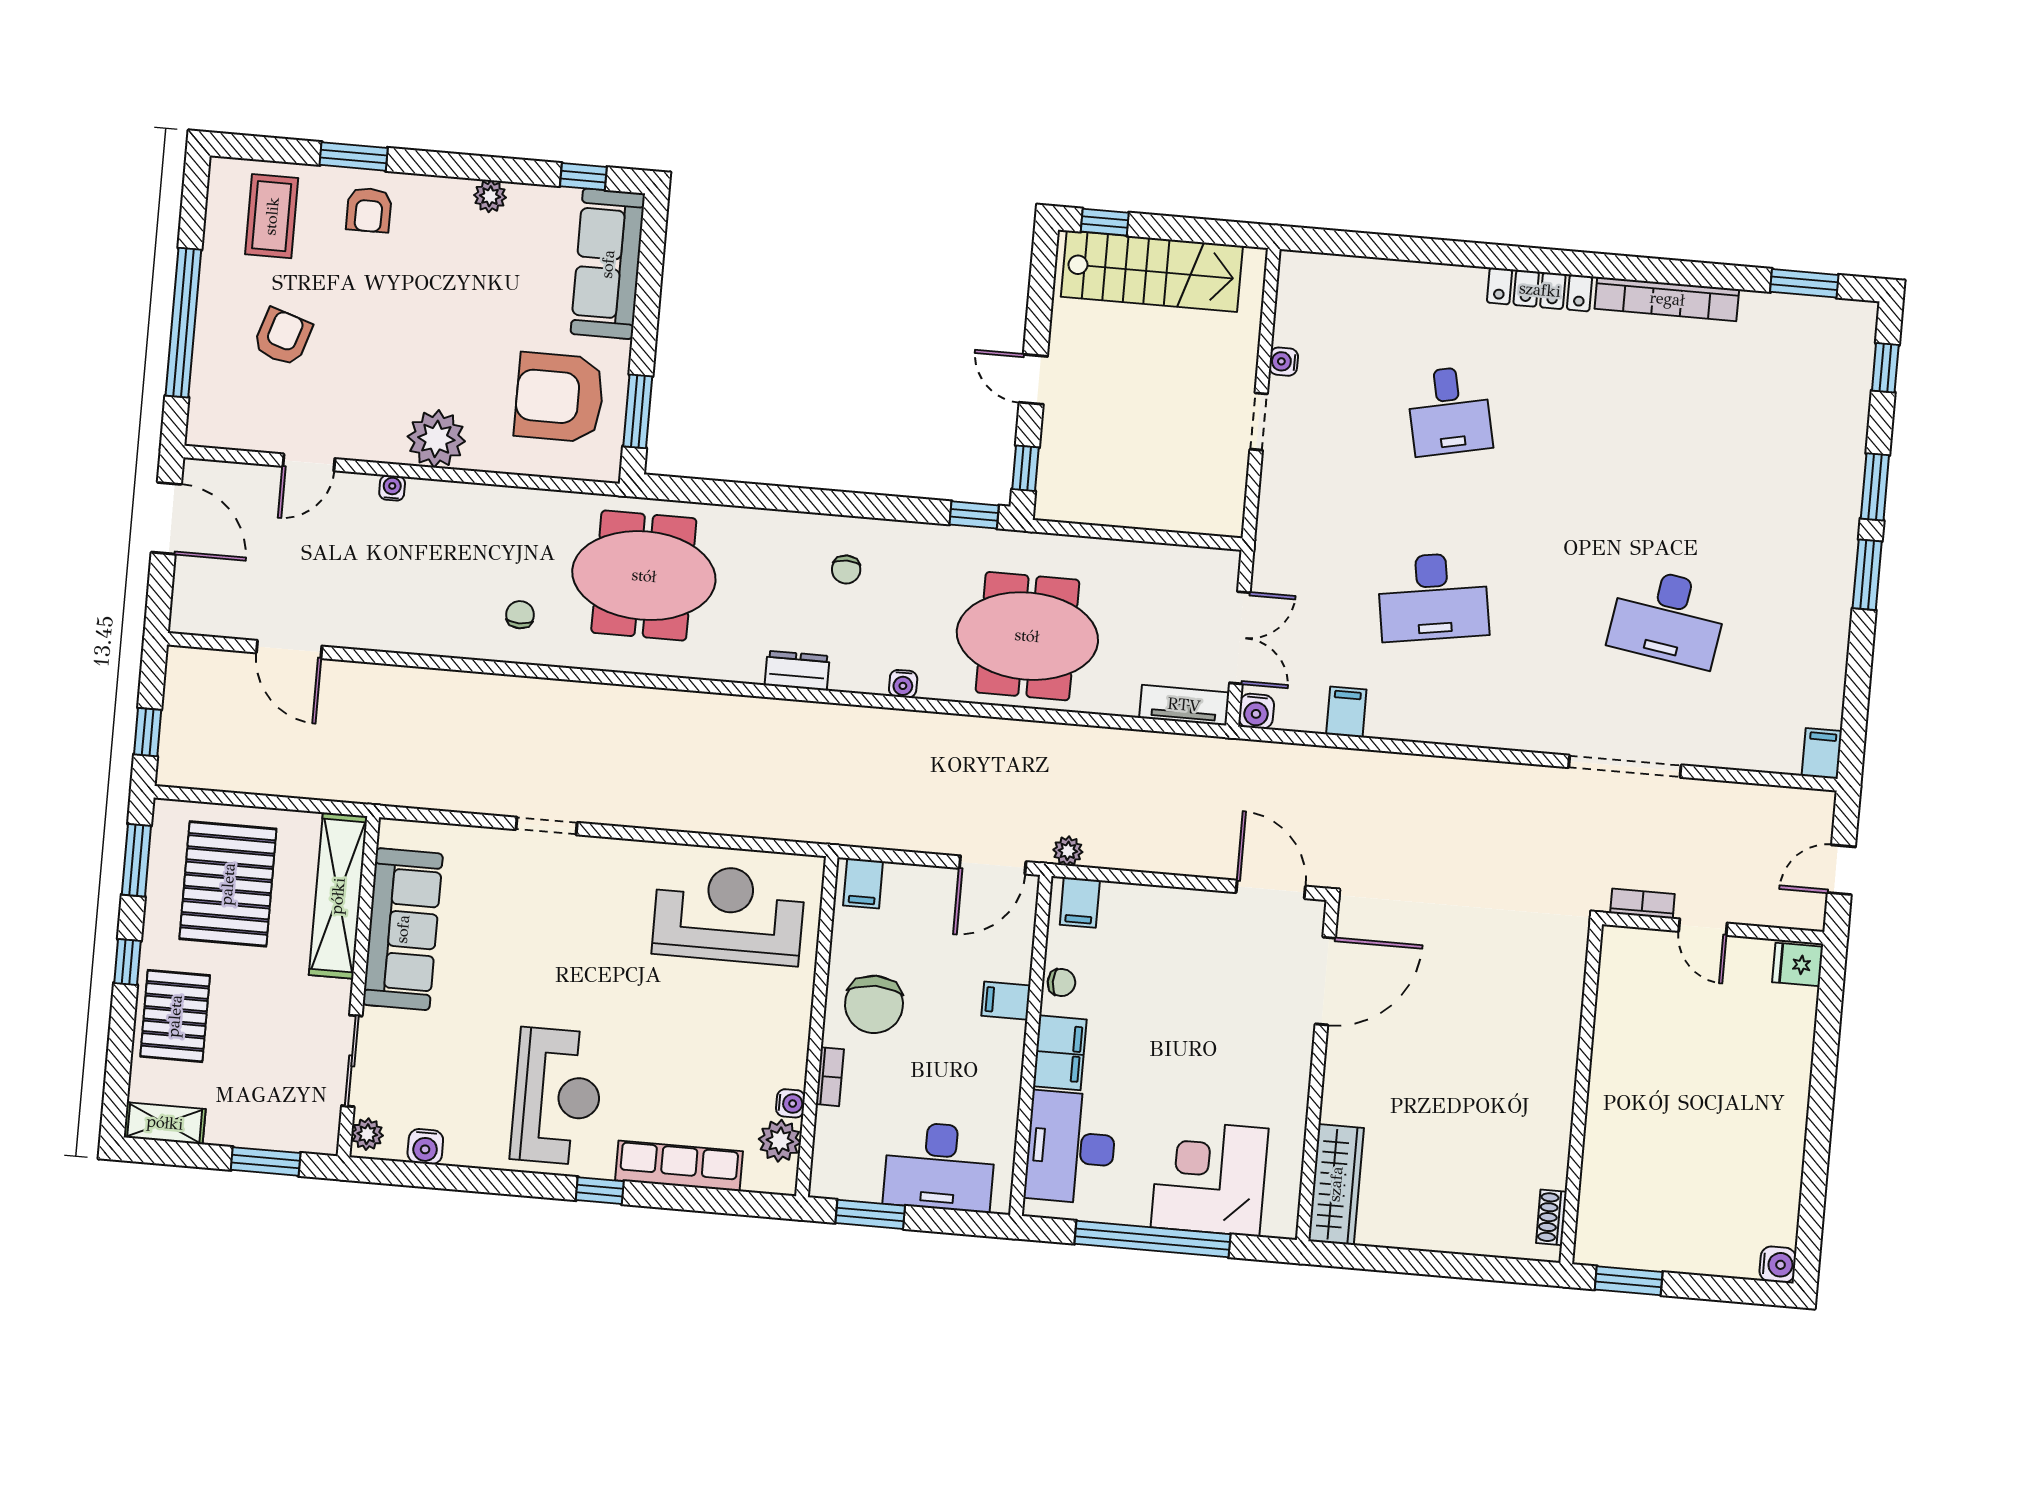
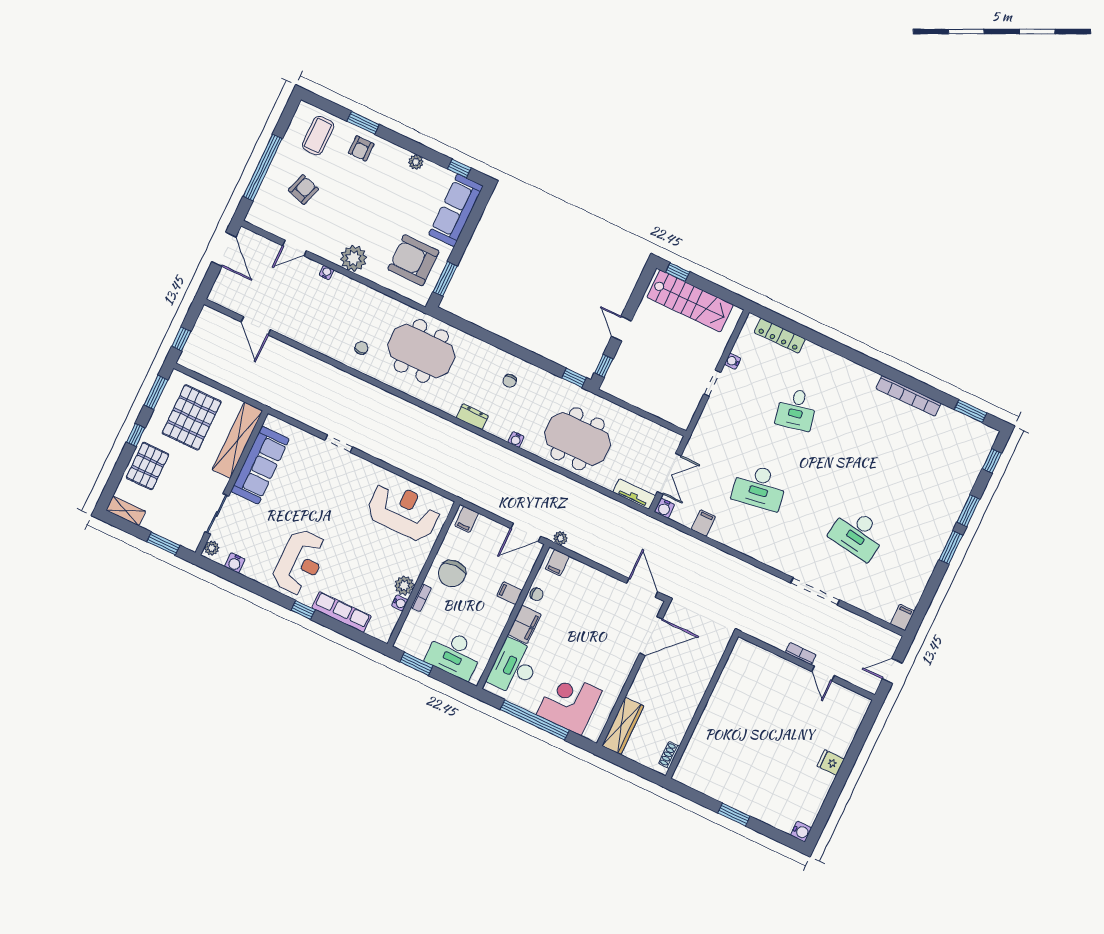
locker: (1540, 290) -> (780, 336), moved
fridge: (1798, 964) -> (831, 763), moved
wall: (1581, 1094) -> (702, 706), moved
plant: (780, 1141) -> (404, 586), moved
shoe rack: (1551, 1217) -> (669, 755), moved

